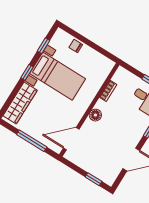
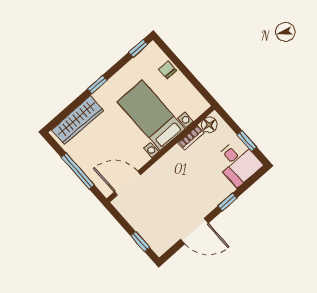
window: (44, 46) -> (138, 48), moved
bed with nightstands: (57, 76) -> (151, 115), moved, turned 180
floor lamp: (95, 115) -> (209, 125), moved

